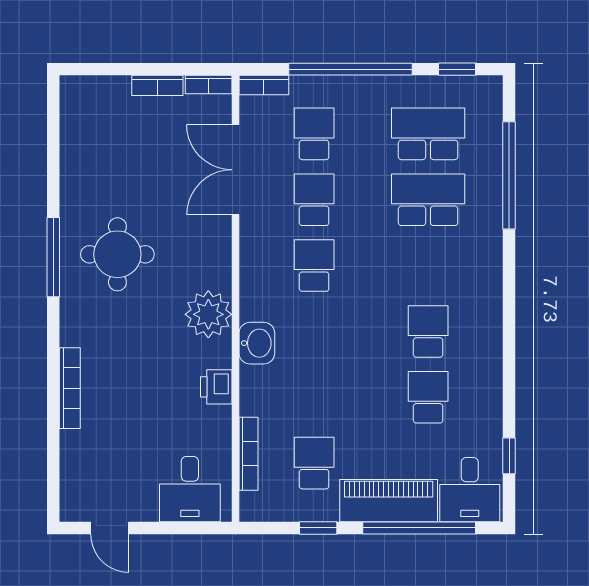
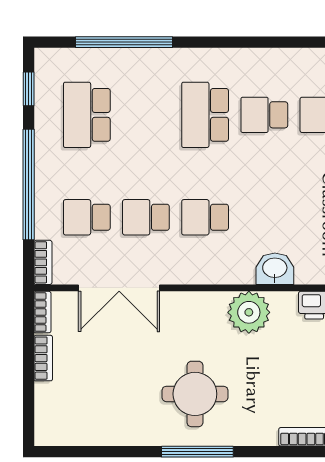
school desk: (428, 200) -> (205, 115), moved

